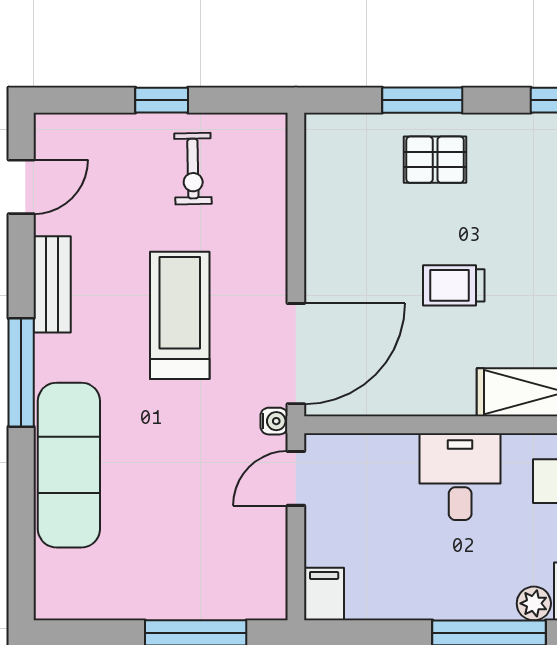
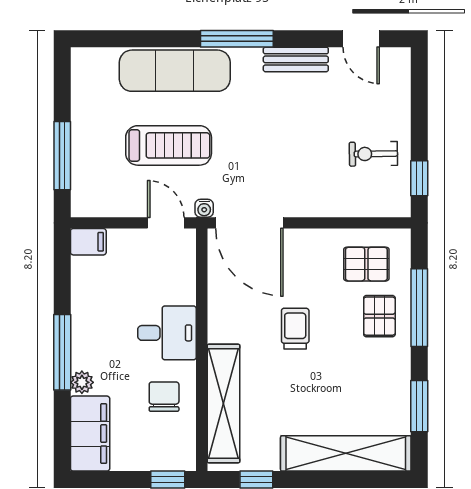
window: (162, 100) -> (419, 178), moved
window: (422, 100) -> (419, 308), width x1.44
pallet: (357, 179) -> (366, 264), added
treadmill: (180, 315) -> (169, 145), moved

